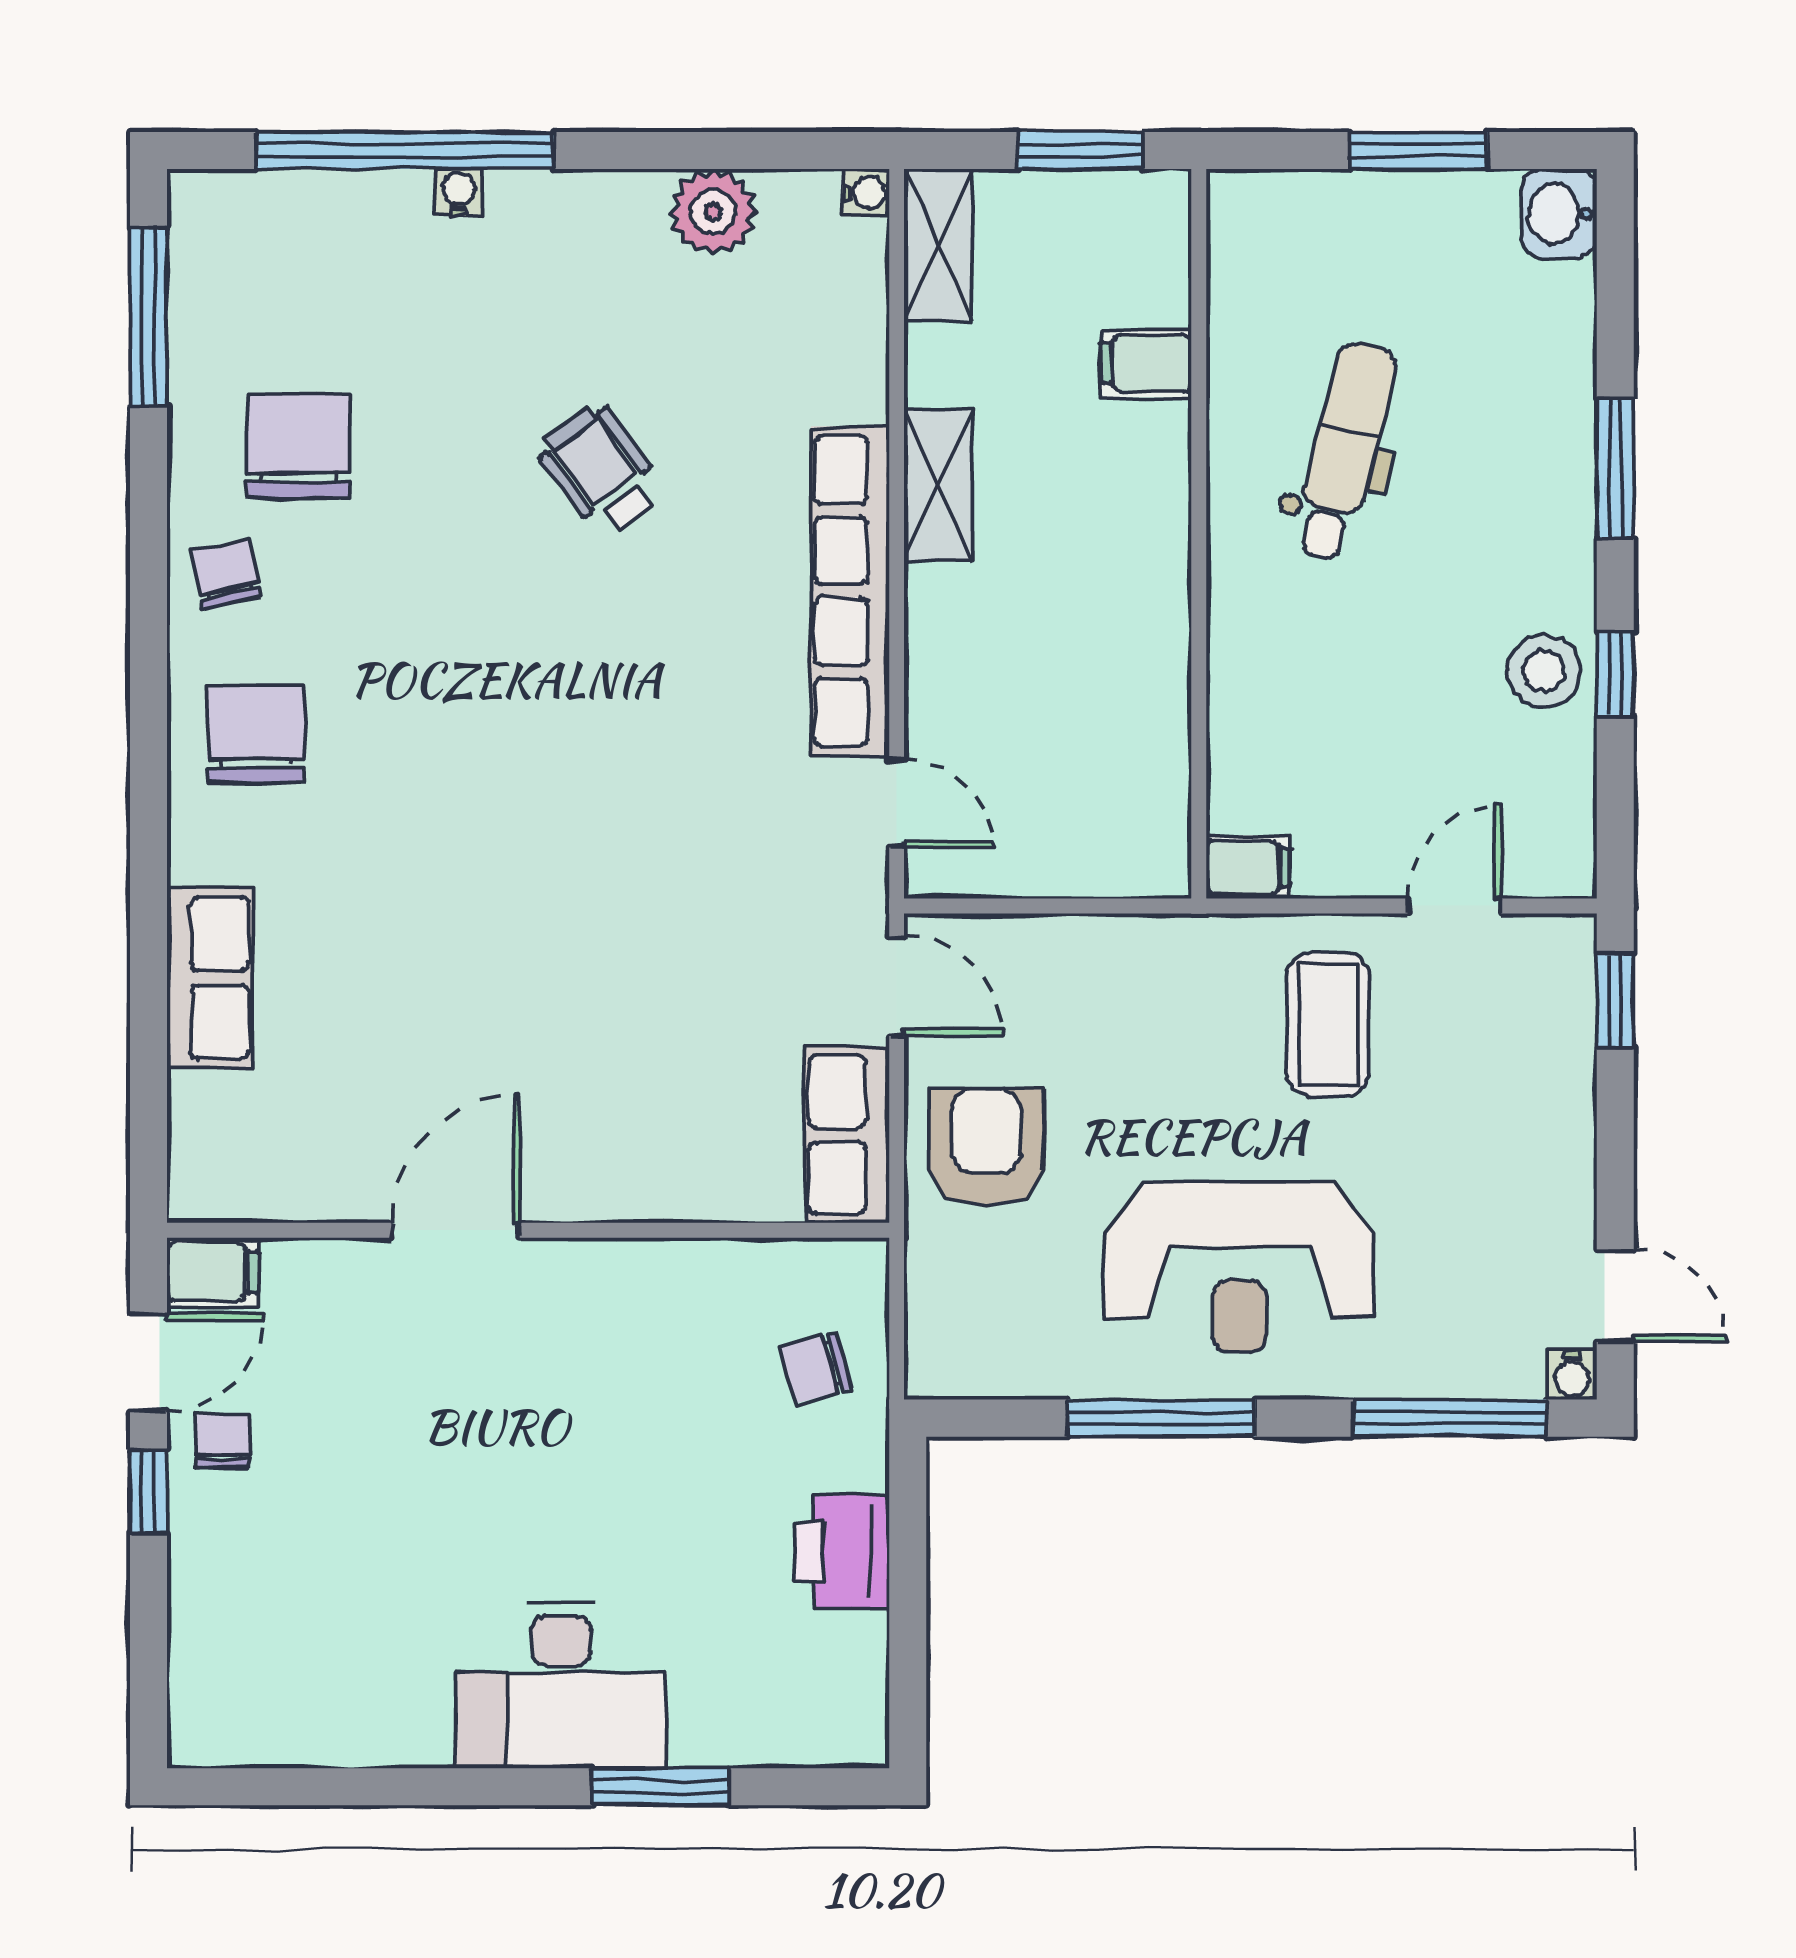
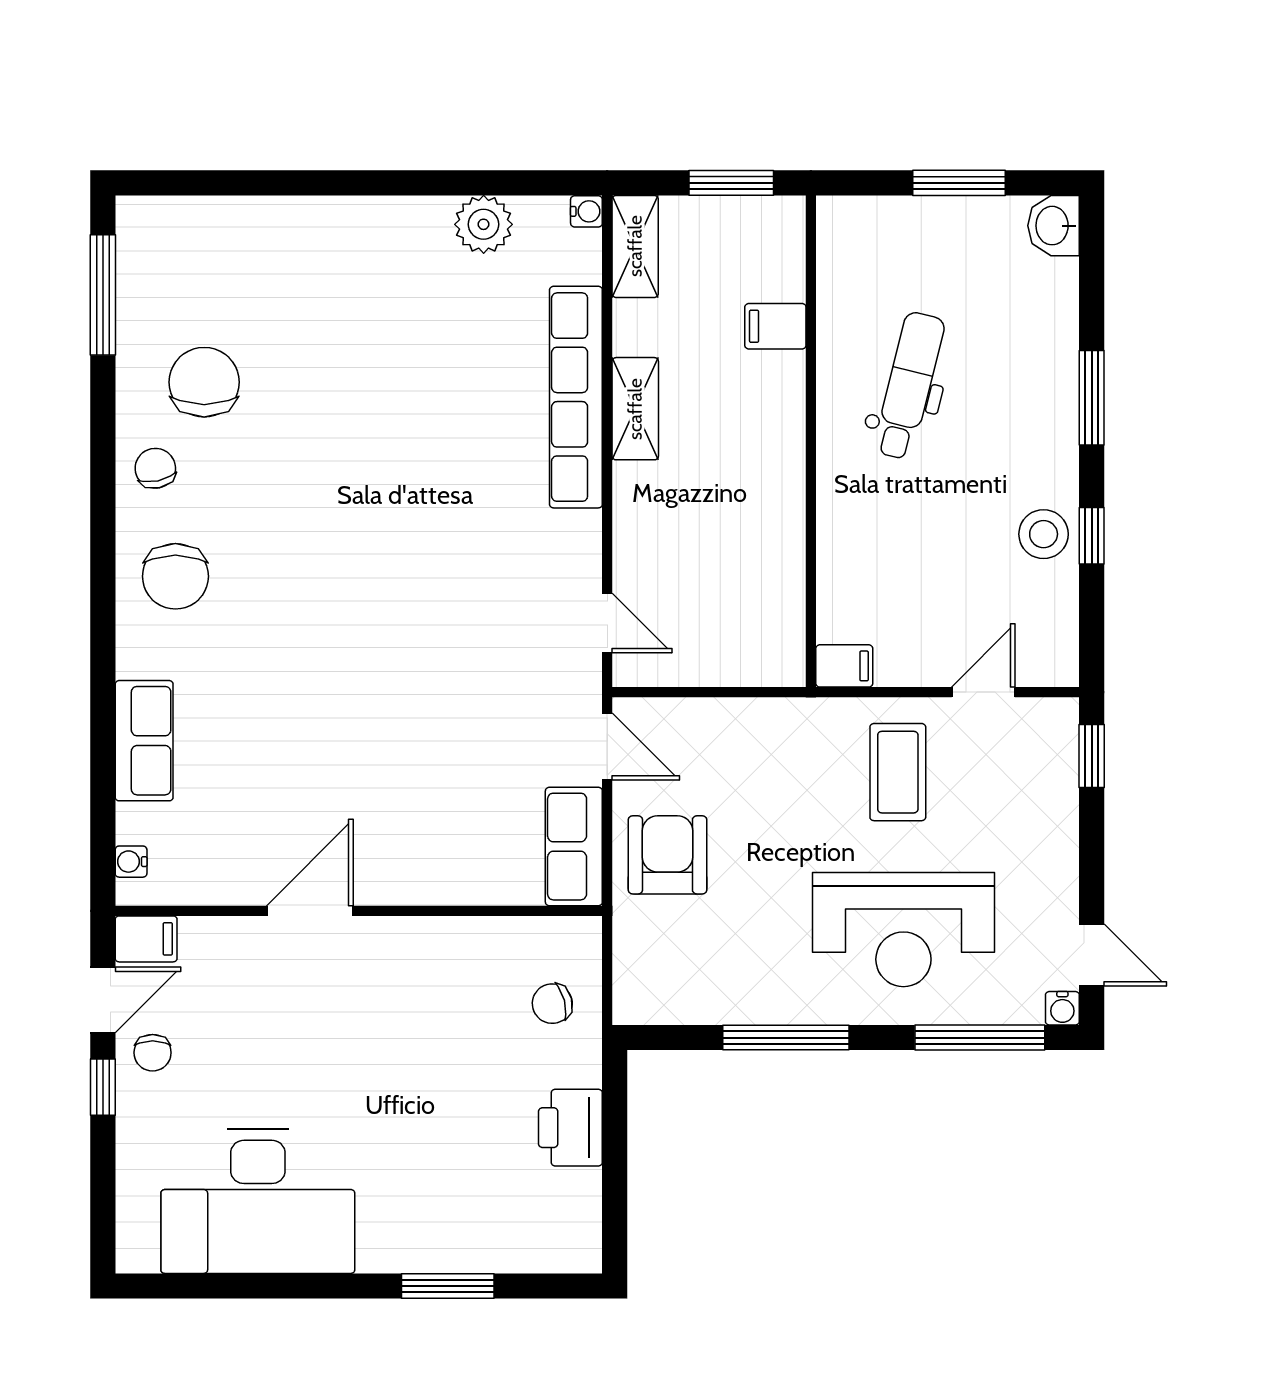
window: (405, 150) -> (276, 183), removed
water cooler: (459, 192) -> (131, 862), moved, turned -90
wheelchair: (600, 470) -> (408, 398), removed
row of seats: (850, 591) -> (576, 397), moved
chair: (256, 734) -> (175, 576), turned 180
reception desk: (1240, 1267) -> (903, 930), moved
chair: (222, 1441) -> (153, 1053), turned 180
desk: (561, 1686) -> (258, 1201), moved, width x1.36, depth x1.30

